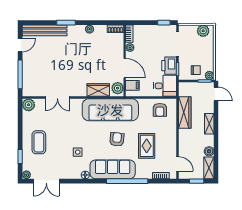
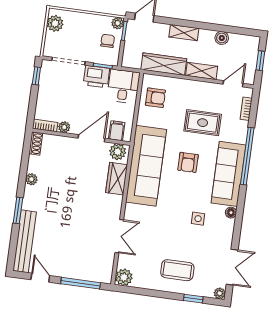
armchair: (117, 139) -> (188, 162), turned -96
shelving: (209, 168) -> (202, 71), moved

